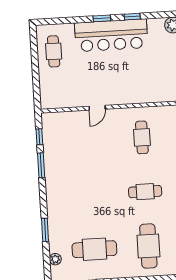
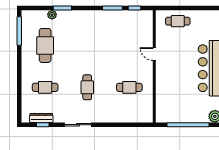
cafe table: (54, 51) -> (178, 21), moved
cafe table: (148, 246) -> (45, 87), width x0.73, depth x0.74
plant: (55, 259) -> (52, 15), moved

